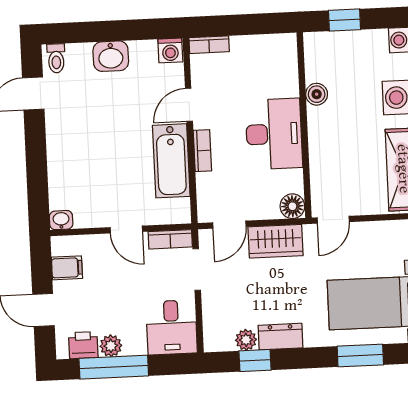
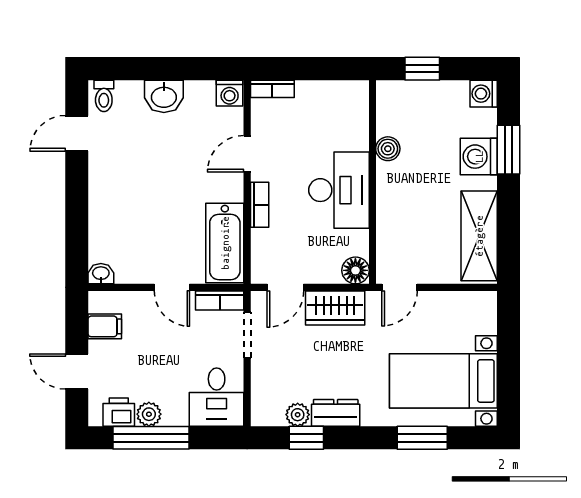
bathtub: (171, 161) -> (225, 243), moved

